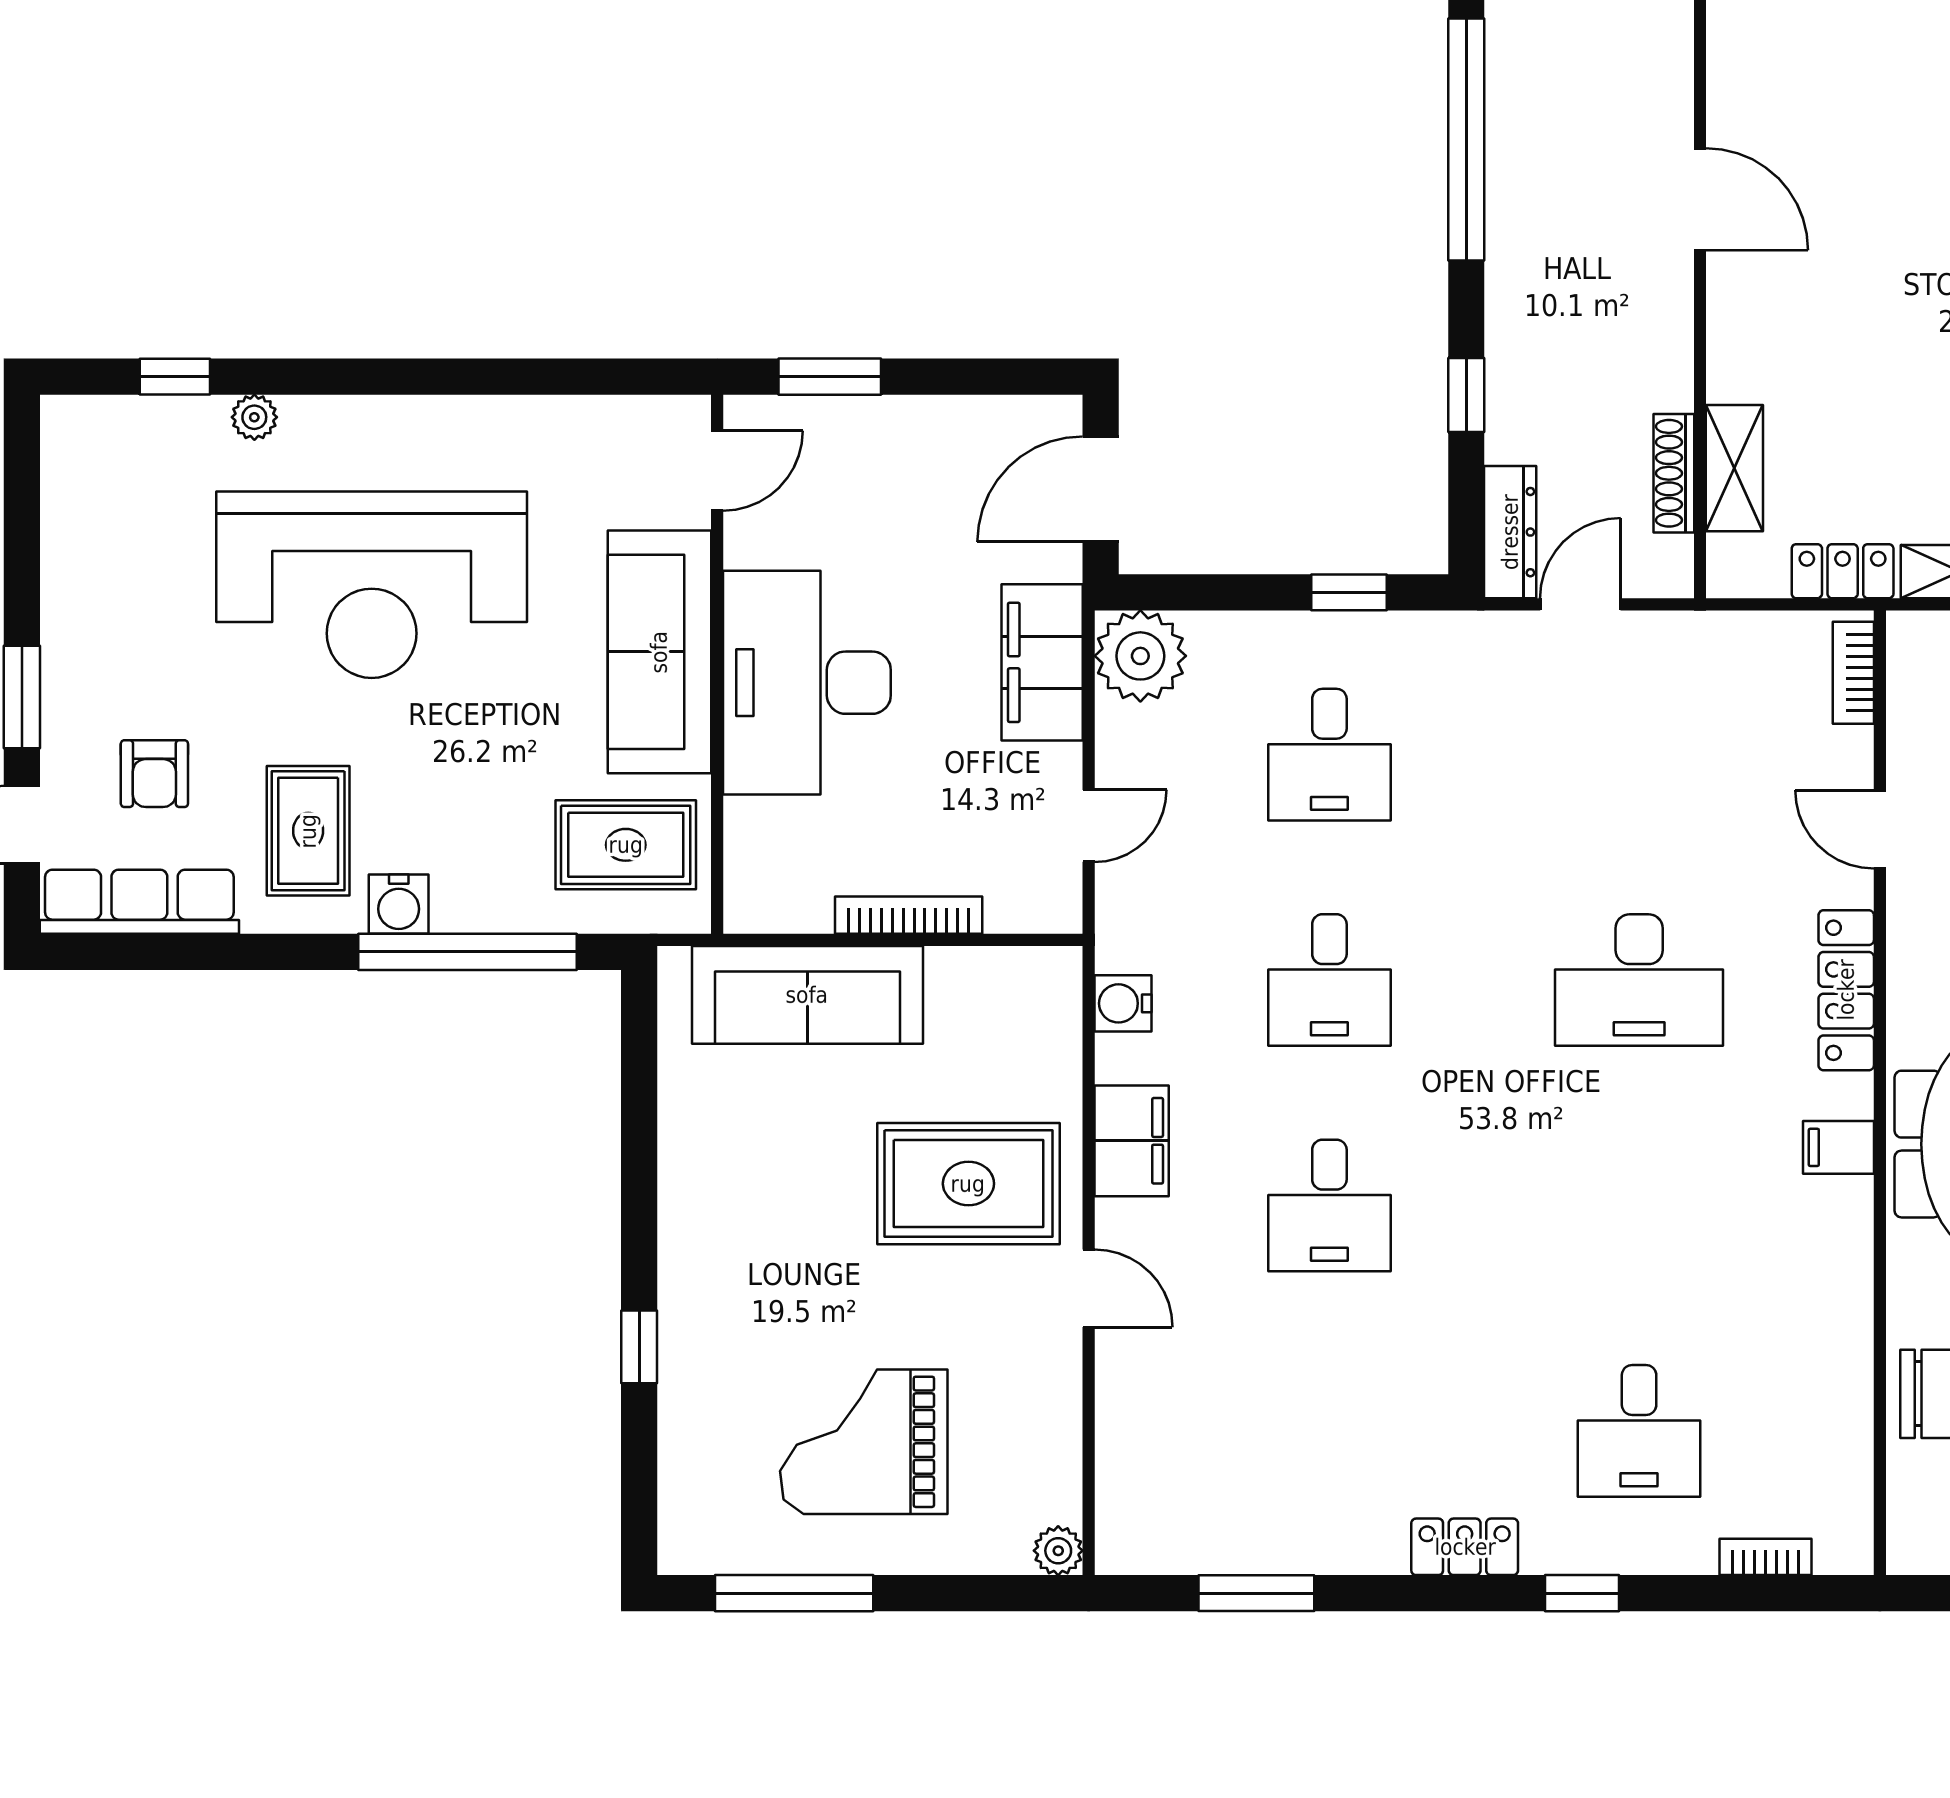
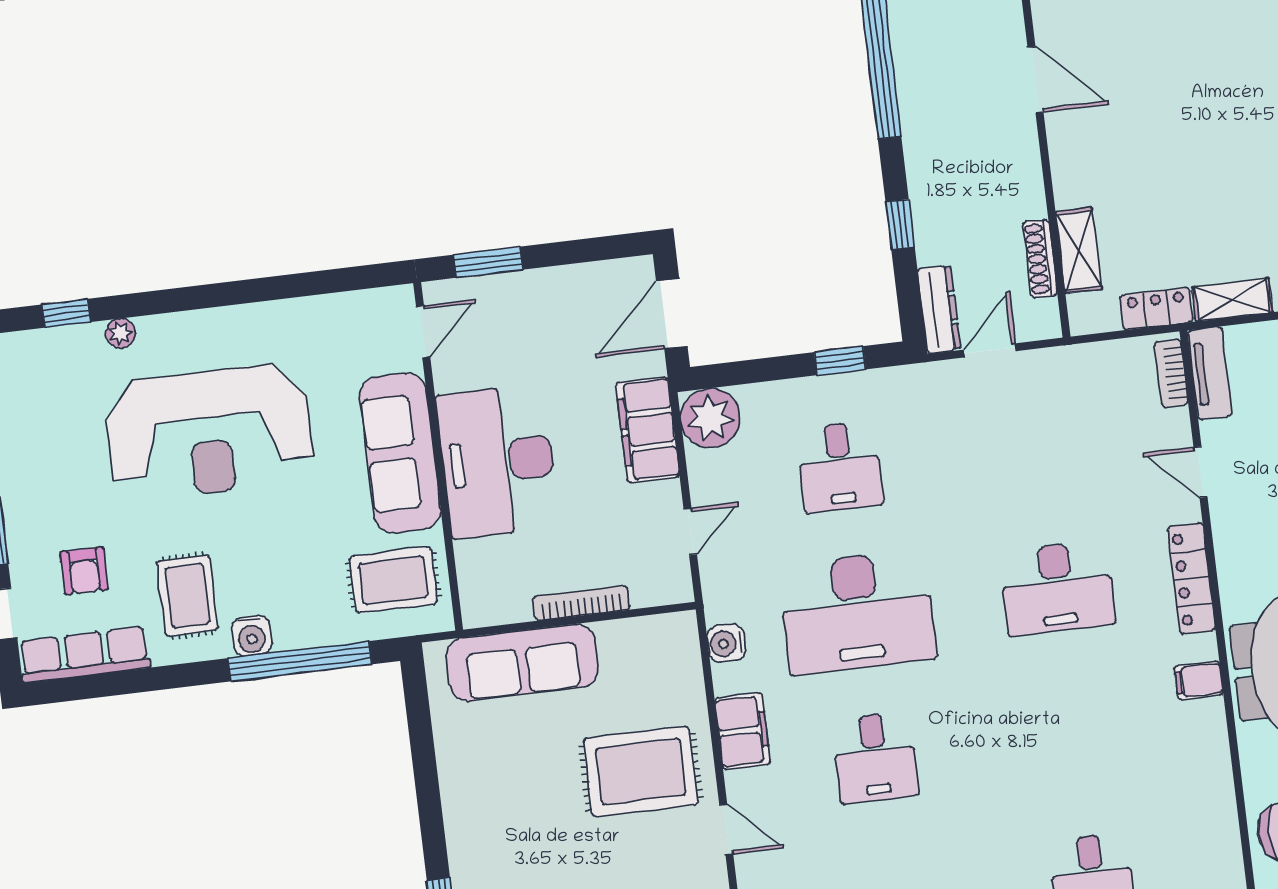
tv unit: (1912, 680) -> (1210, 373), added
desk: (1329, 980) -> (857, 612), width x1.87, depth x1.30

